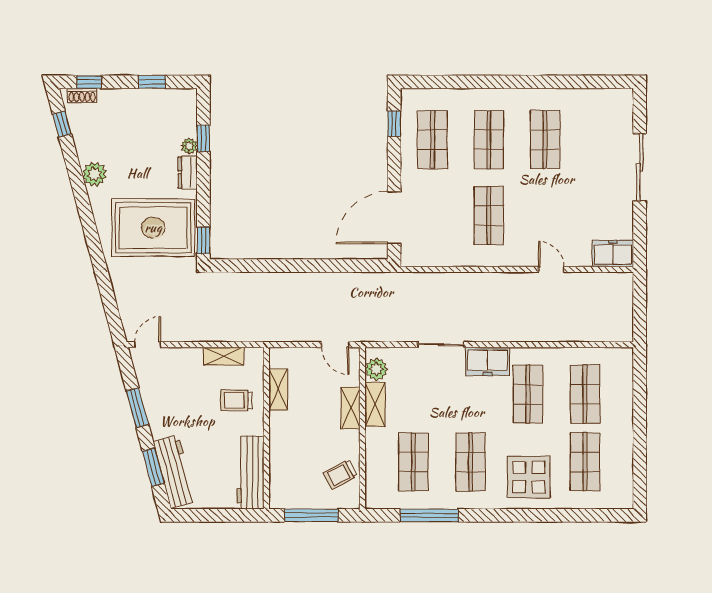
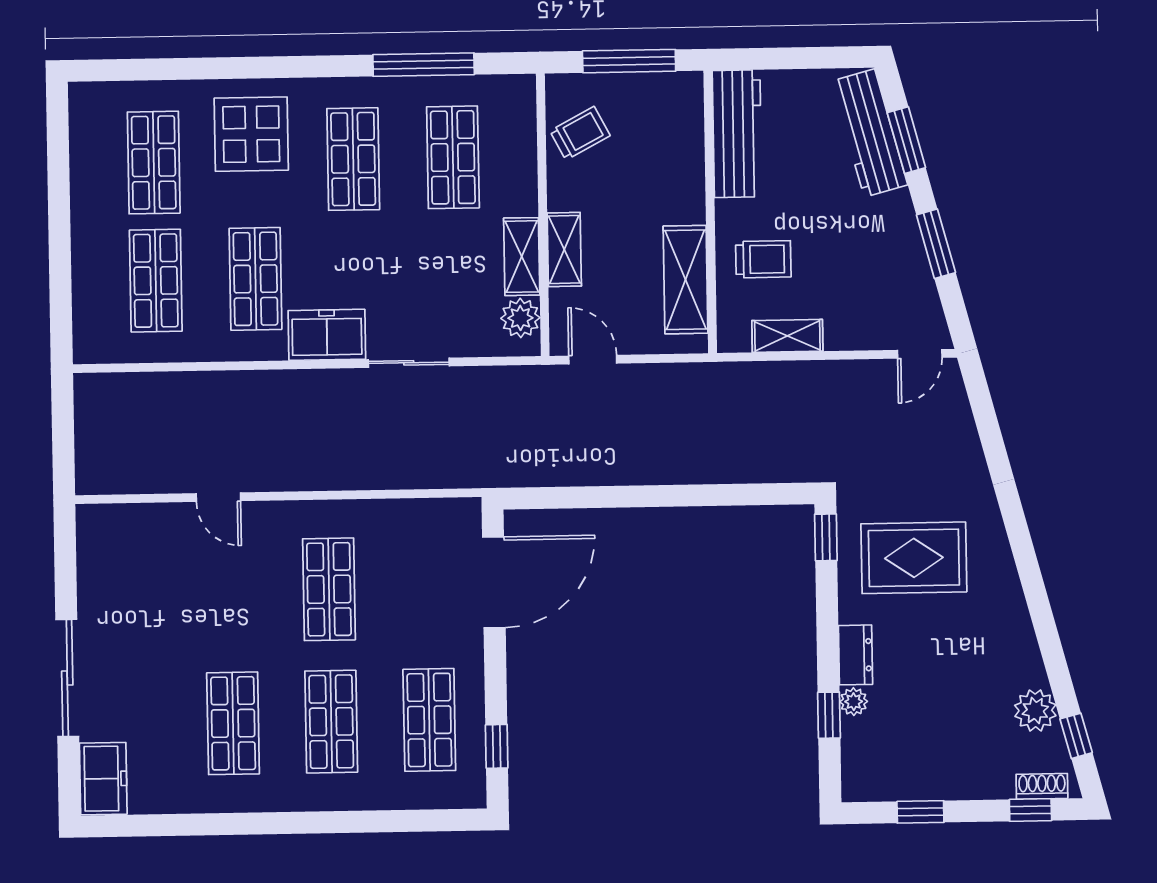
plant: (94, 174) -> (1035, 710), moved
rug: (153, 228) -> (914, 558), width x0.73, depth x0.69
freezer: (613, 254) -> (103, 779), moved, turned -90
shelving: (278, 389) -> (685, 280), width x1.50, depth x1.33

